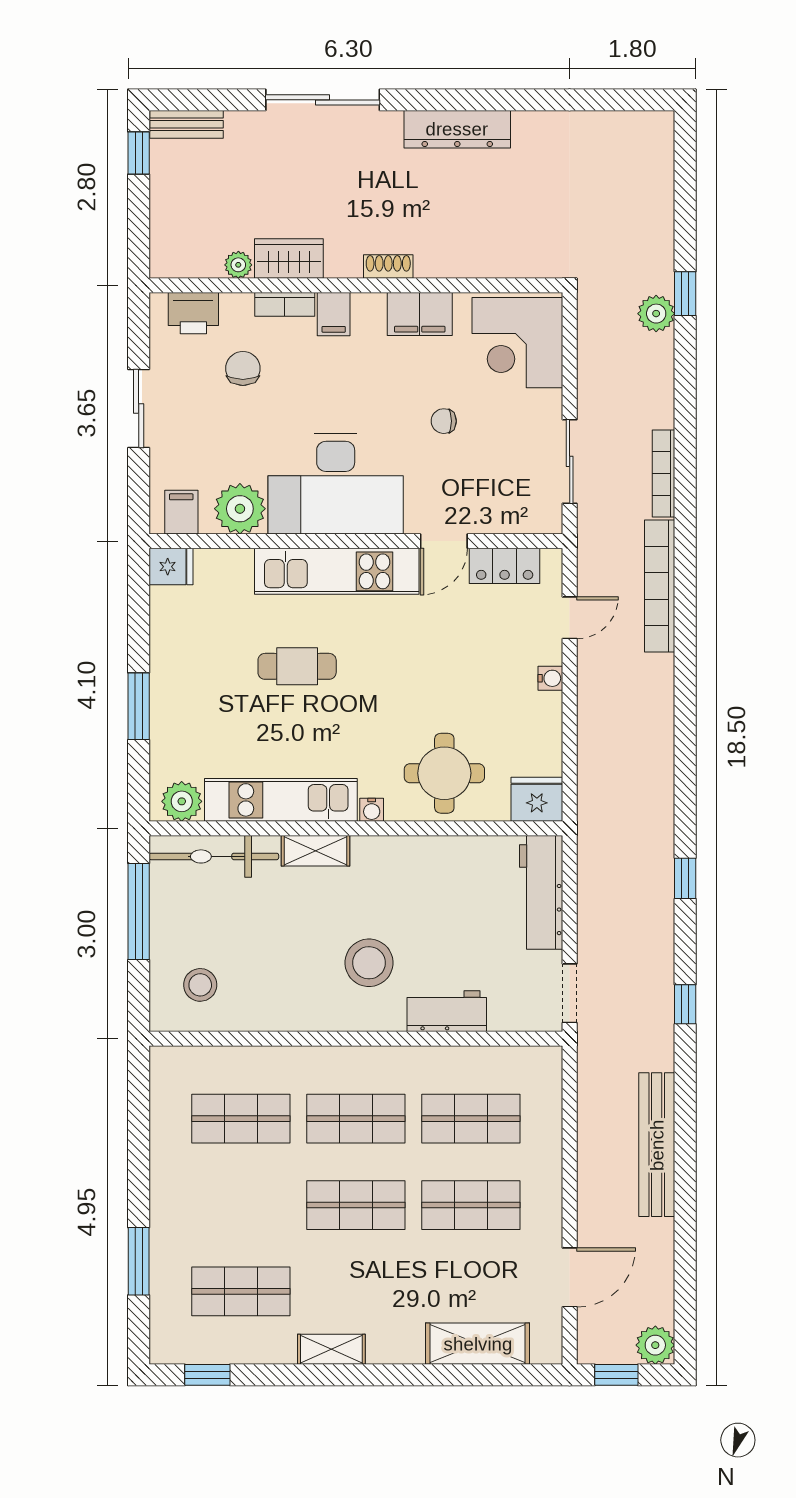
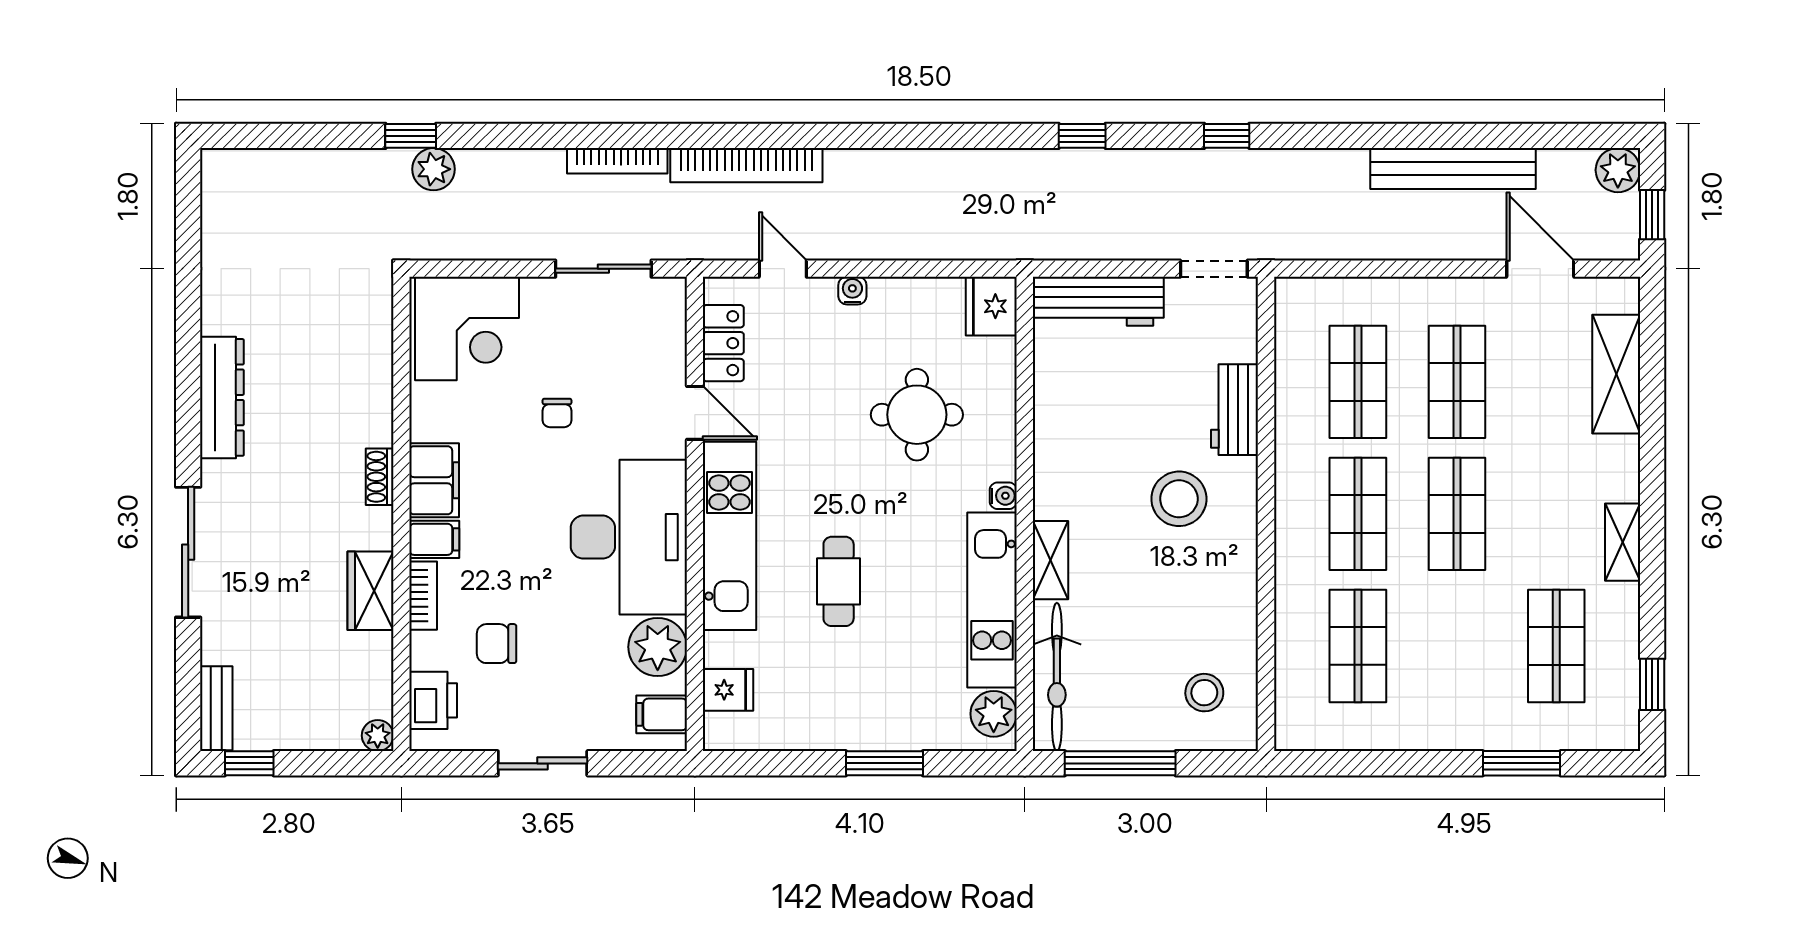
plant: (238, 265) -> (378, 736), moved
filing cabinet: (420, 314) -> (434, 480), moved
fridge: (171, 567) -> (728, 690), moved, turned 90
round table: (444, 773) -> (917, 415), moved
bench: (657, 1145) -> (1453, 169), moved

